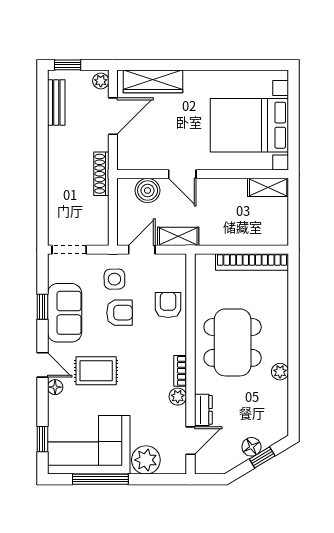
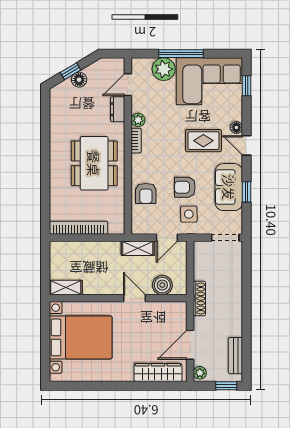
plant: (280, 372) -> (56, 140), removed
window: (100, 479) -> (181, 54), moved

